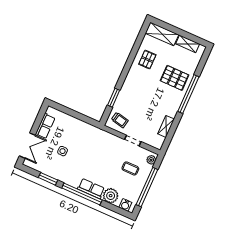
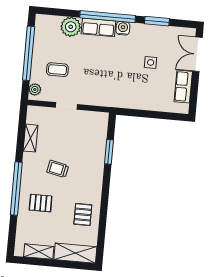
pallet: (175, 78) -> (41, 203), width x0.67, depth x0.71
trolley: (120, 120) -> (58, 169), moved
water cooler: (125, 205) -> (123, 28), moved

